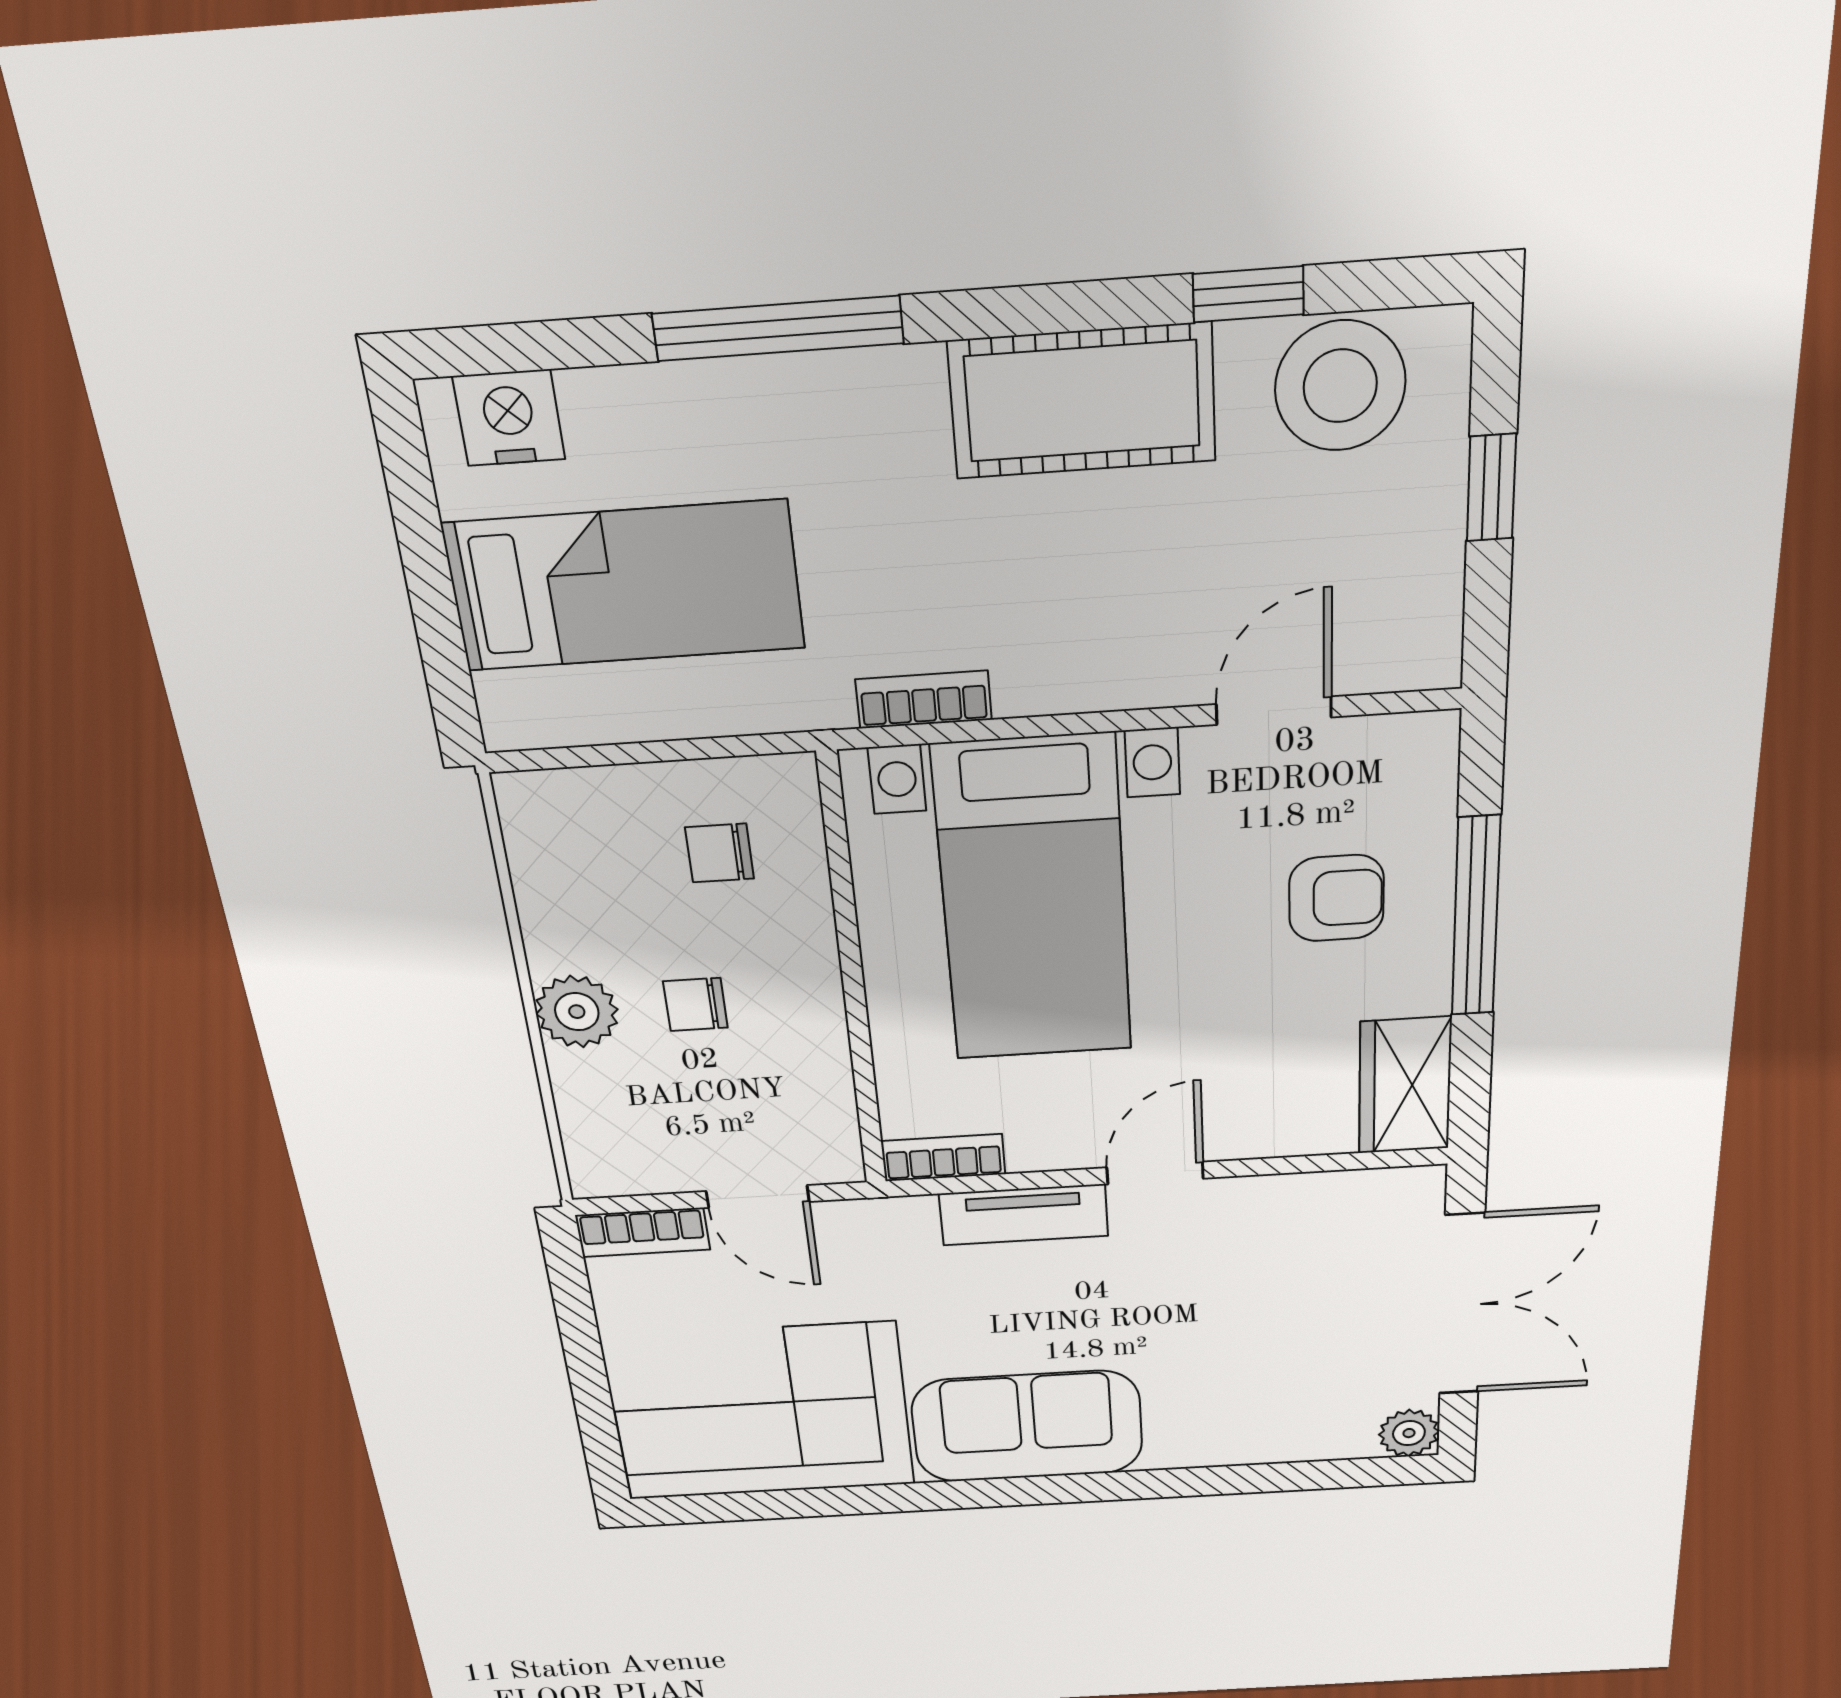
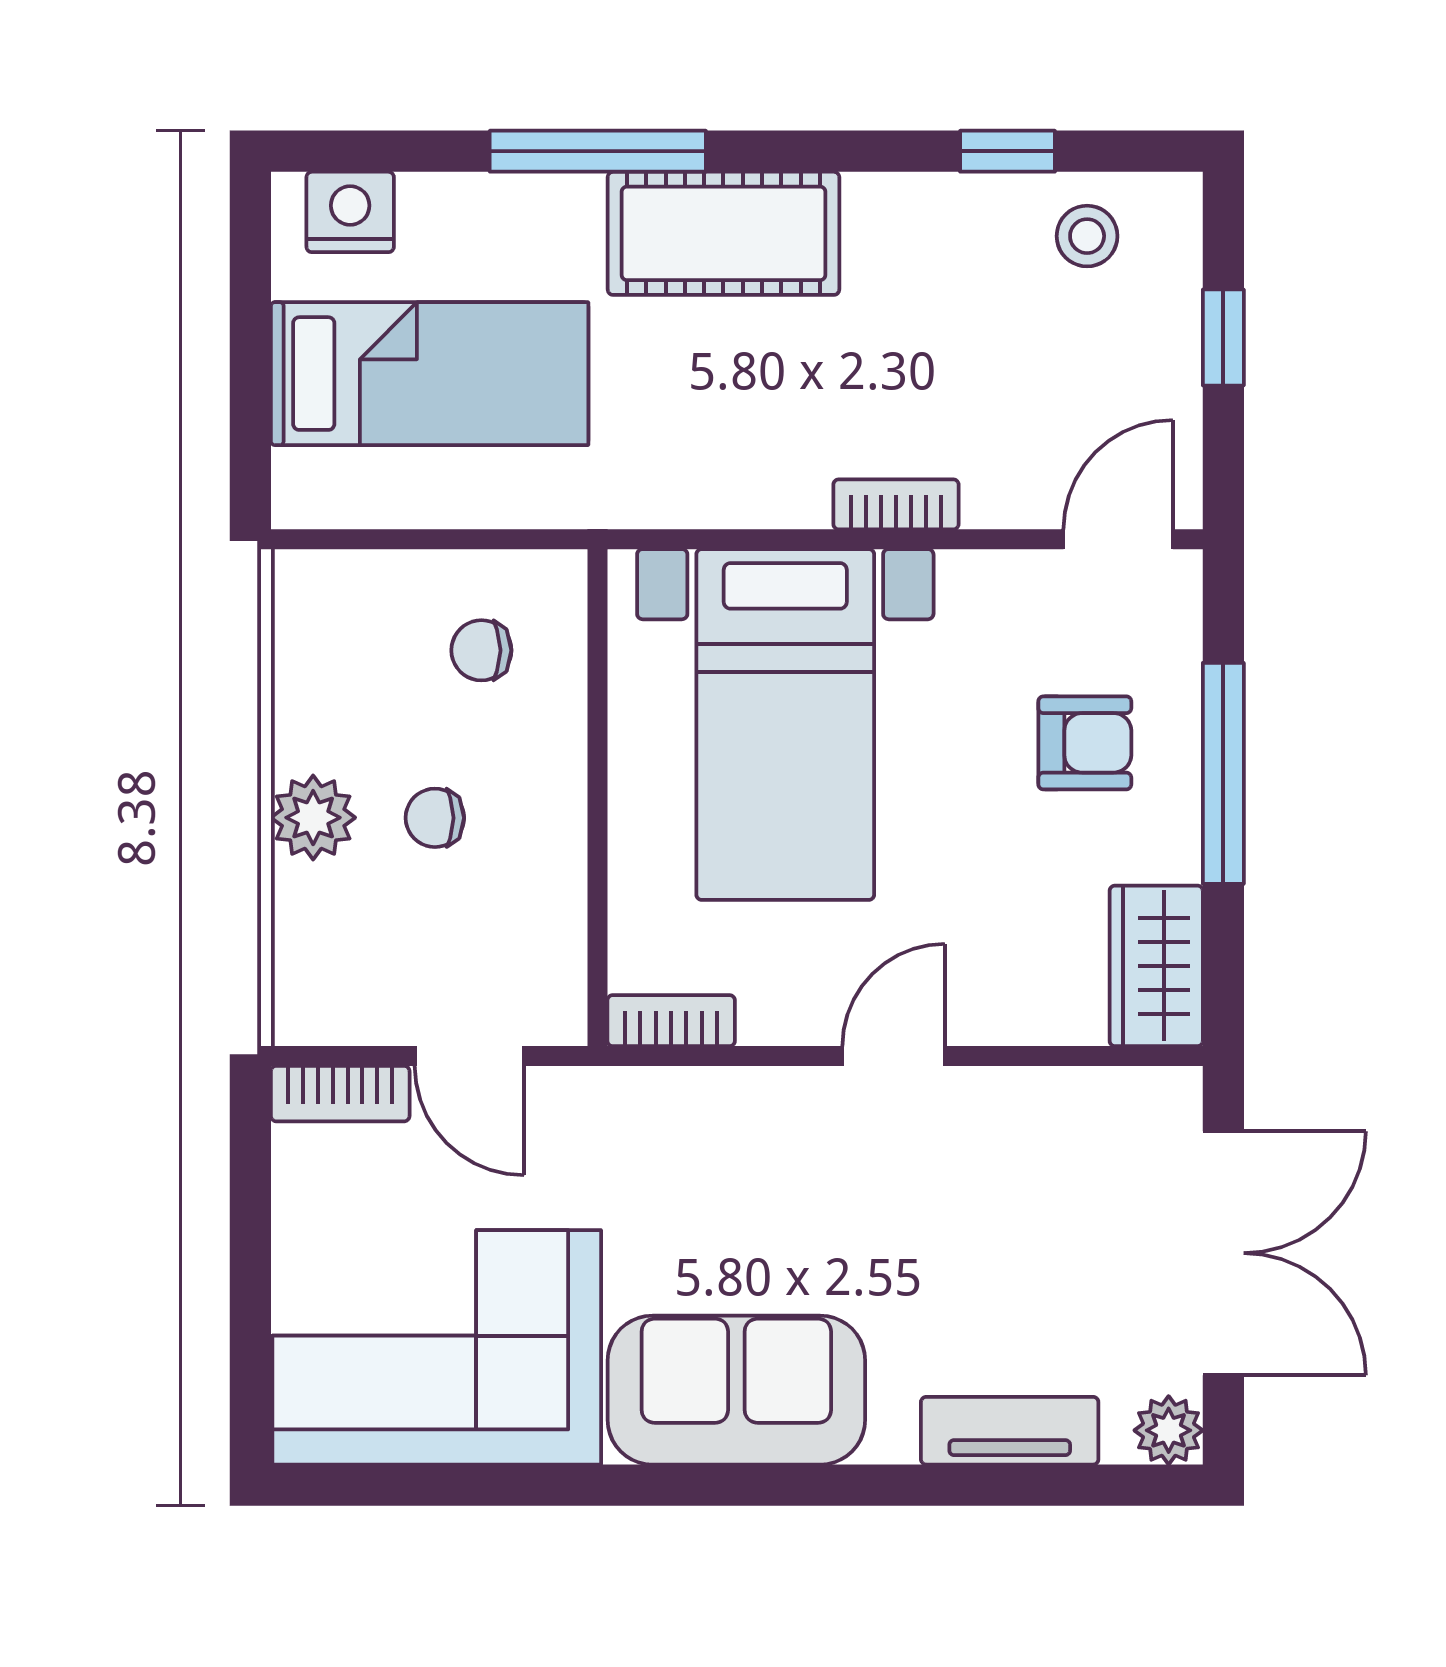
stool: (1340, 386) -> (1087, 236), width x0.53, depth x0.53
cot: (1082, 401) -> (723, 233), moved
bookcase: (924, 699) -> (896, 504), moved
door: (1274, 711) -> (1118, 539), moved
tv unit: (1024, 1215) -> (1010, 1431), moved, turned 180

